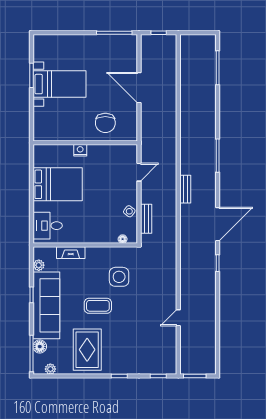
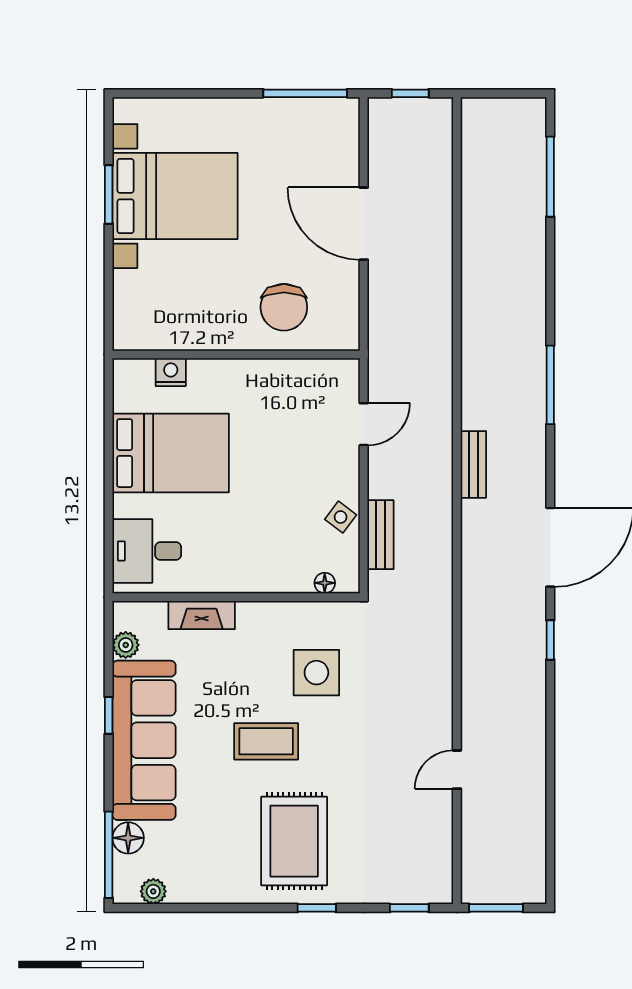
bed with nightstands: (59, 84) -> (175, 196), width x1.36
nightstand: (80, 150) -> (171, 372), moved
rug: (87, 350) -> (294, 841), moved

